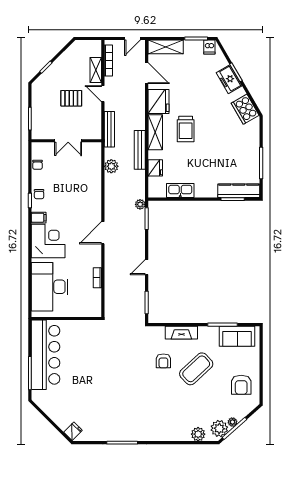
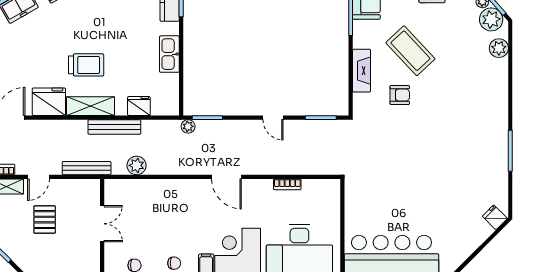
kitchen sink: (180, 191) -> (169, 54), moved

